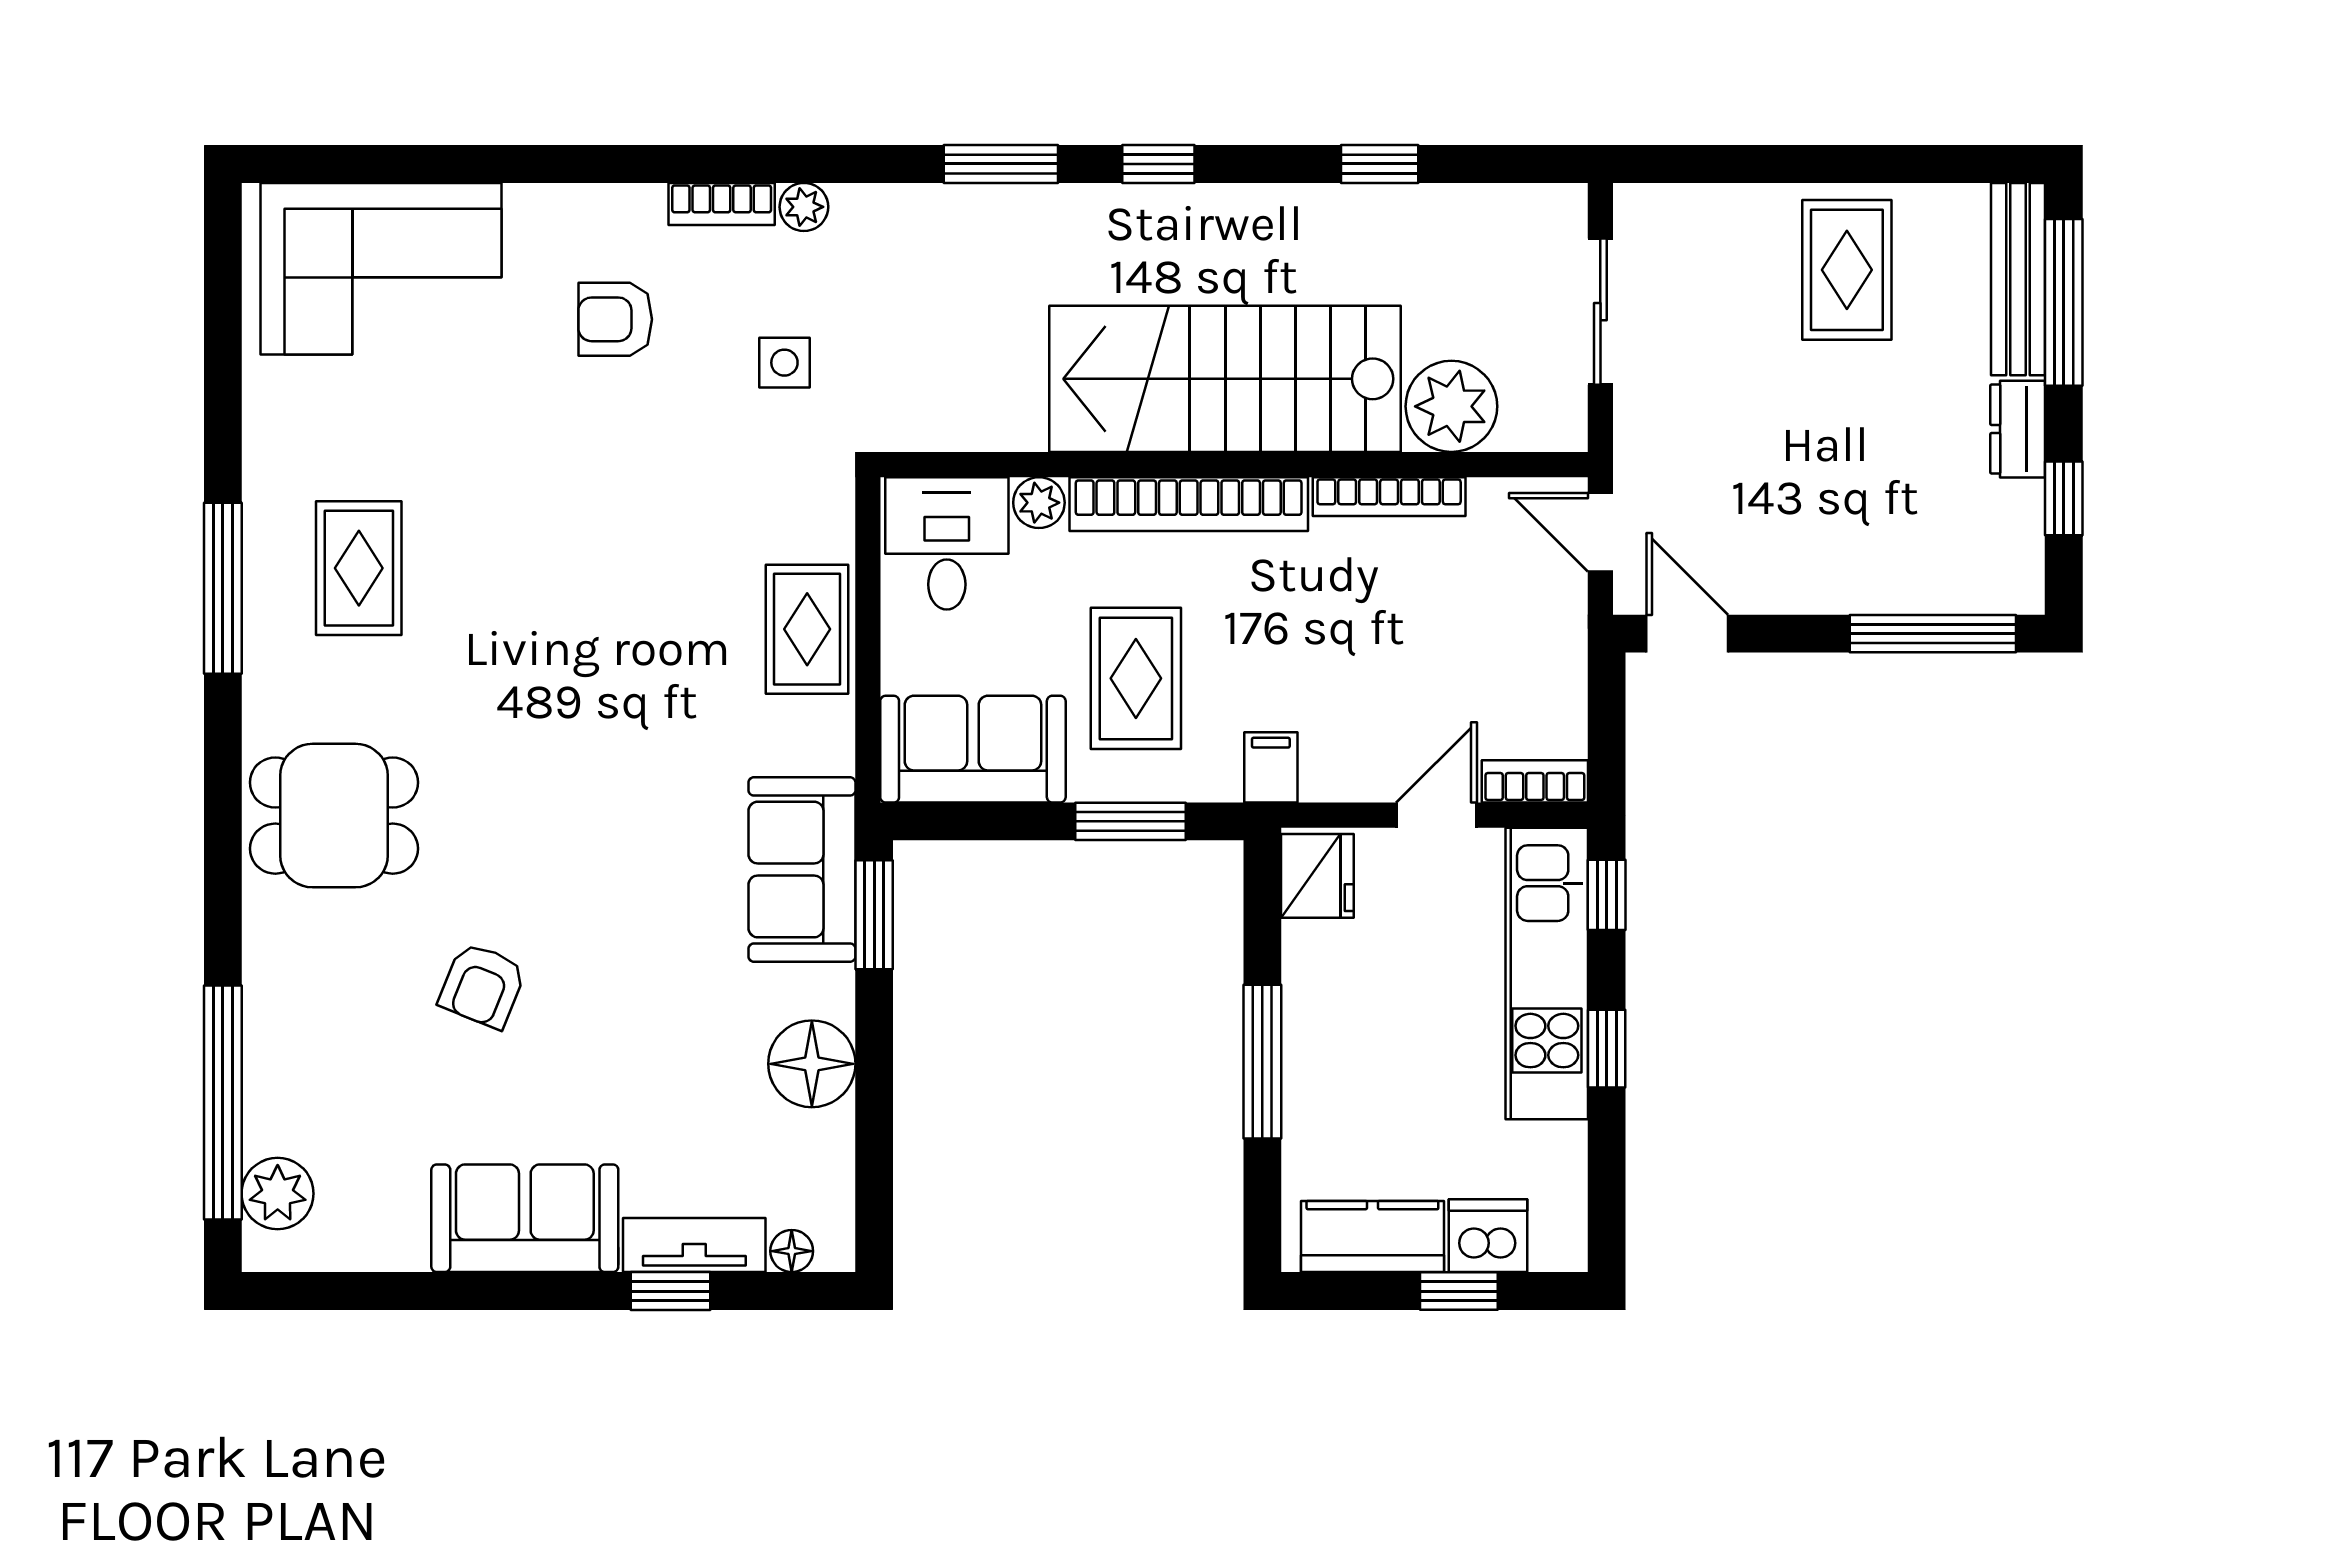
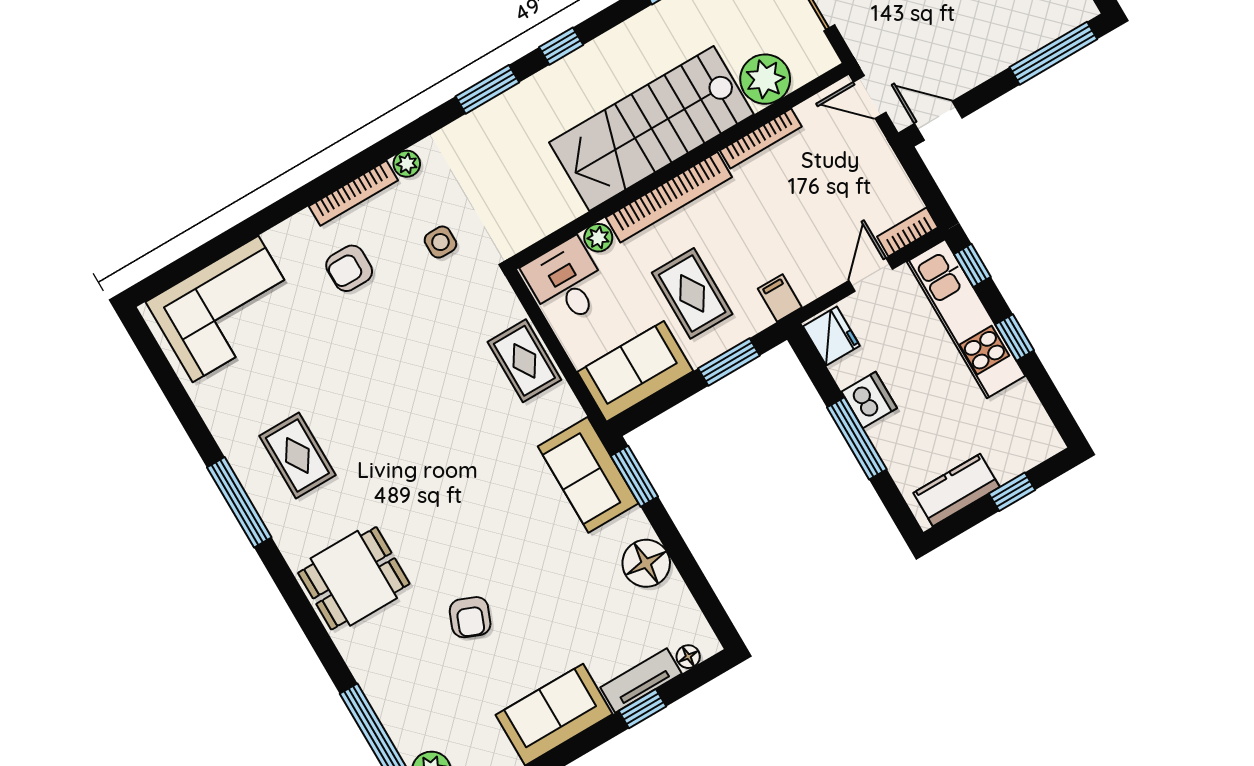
bookcase: (722, 204) -> (353, 193), width x1.56
dishwasher: (1488, 1236) -> (869, 400), moved, turned 90

